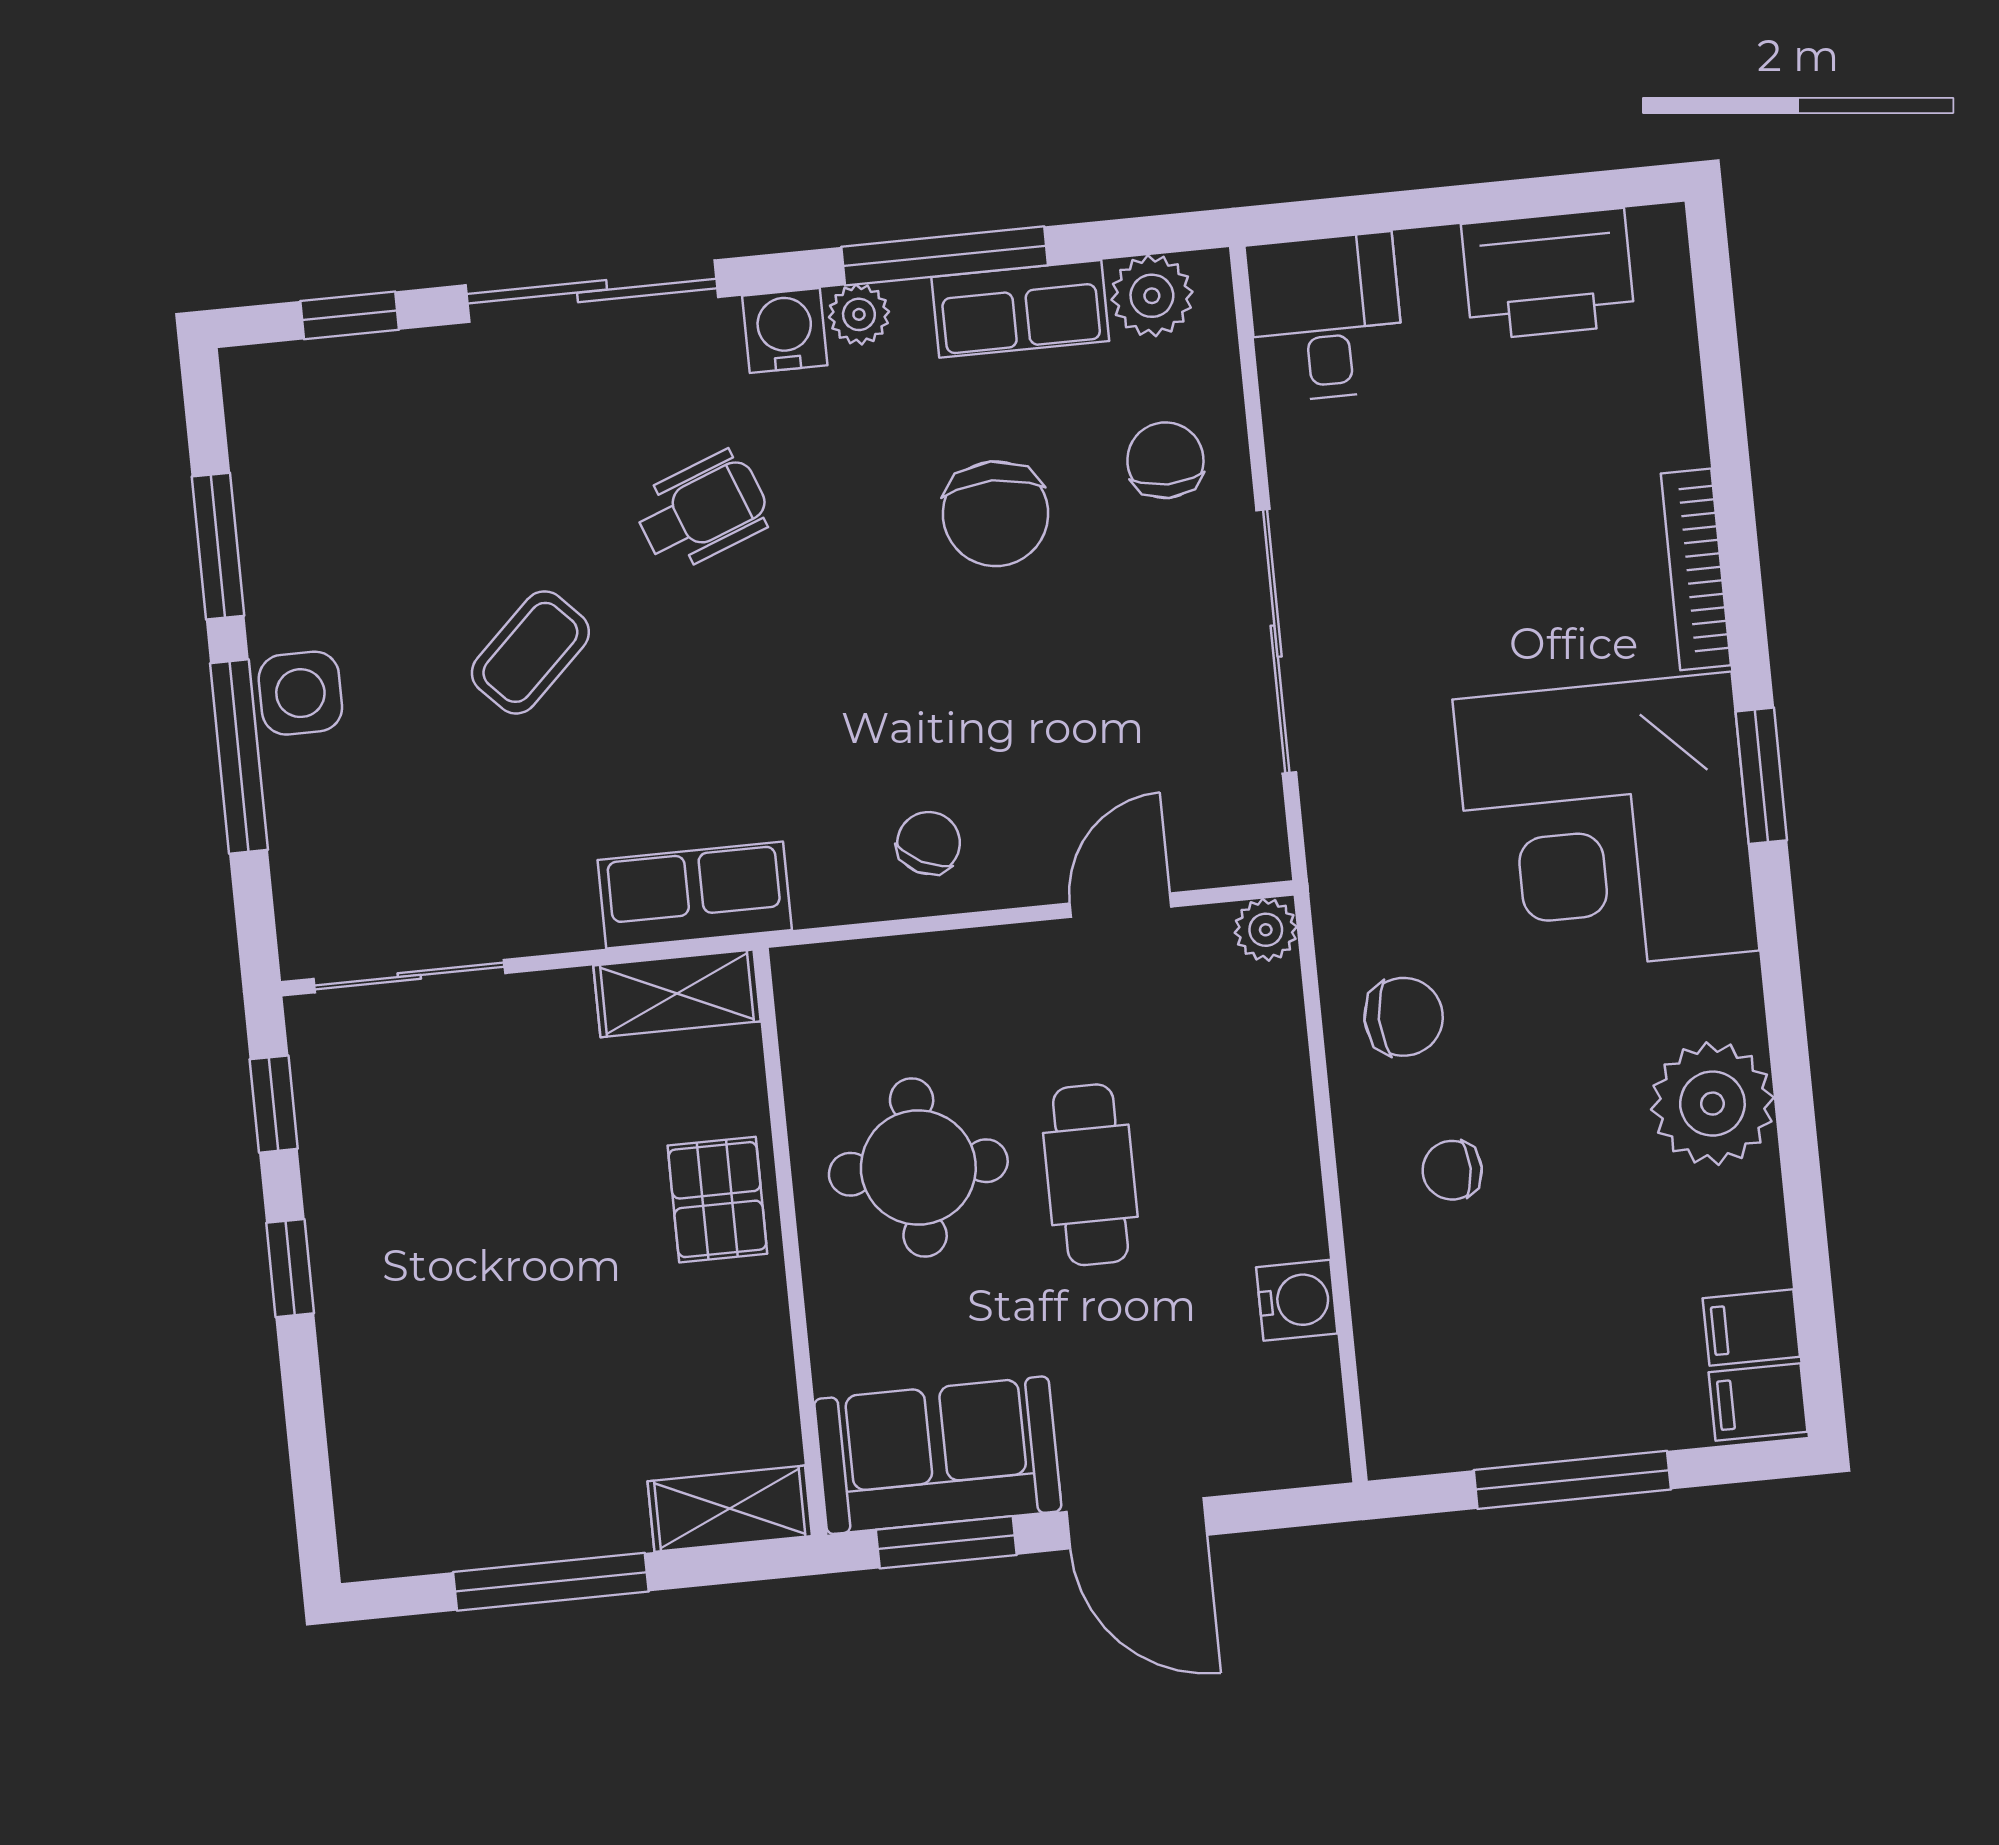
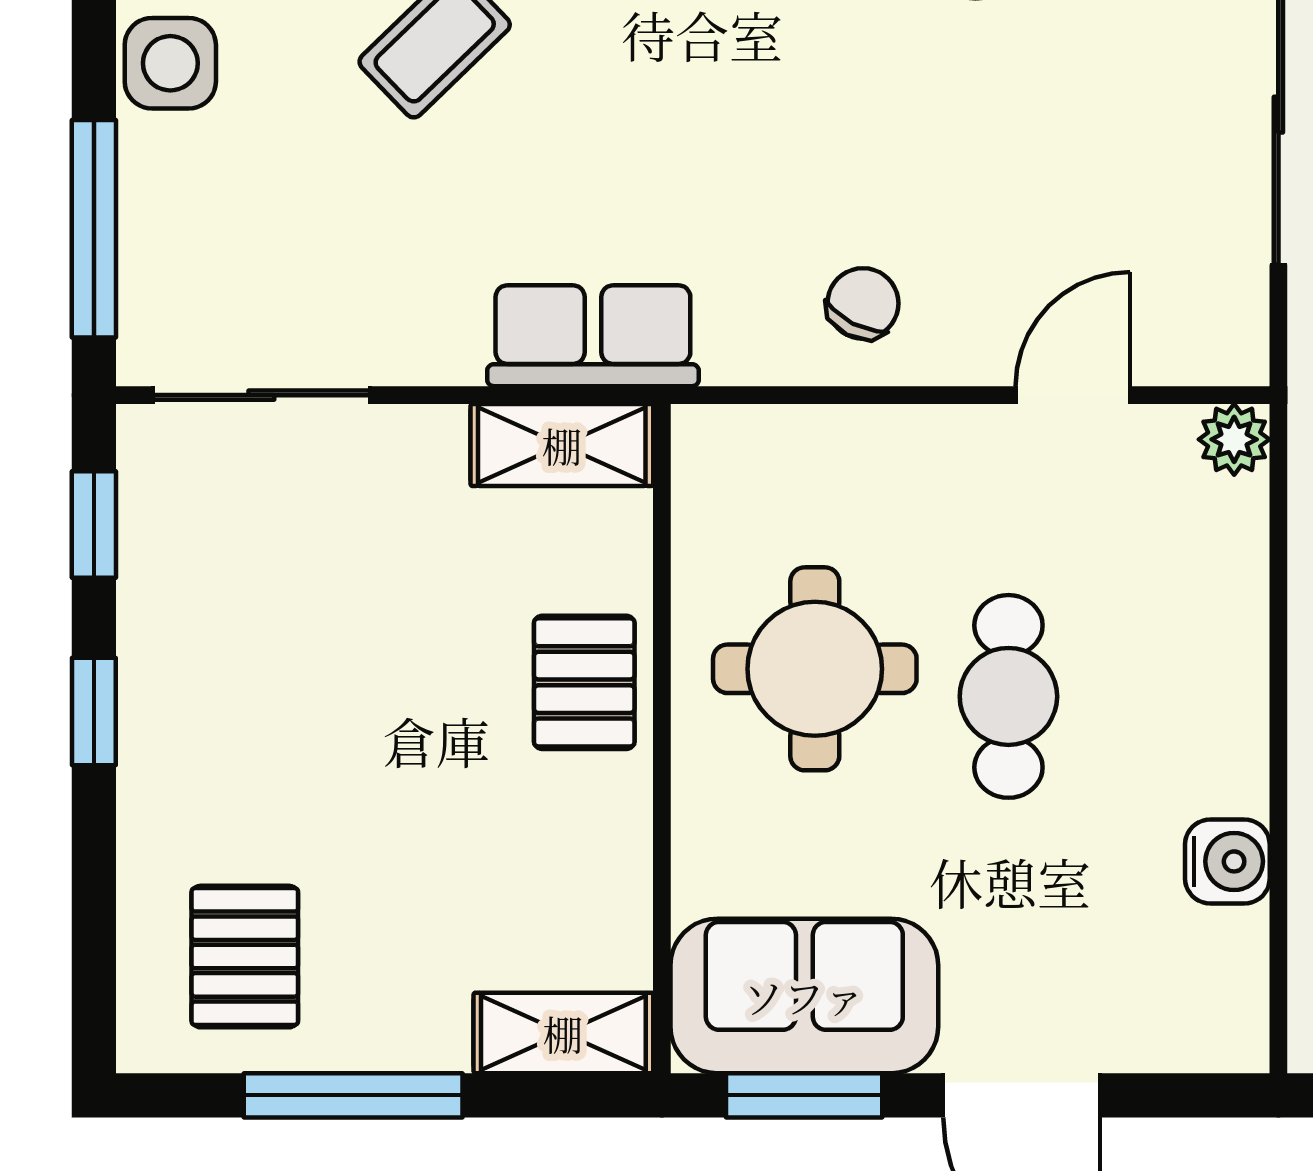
window: (239, 757) -> (94, 229), moved
pallet: (444, 1470) -> (245, 957), added

